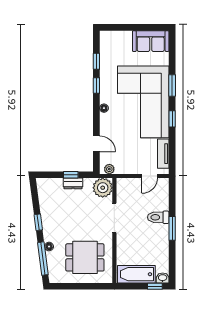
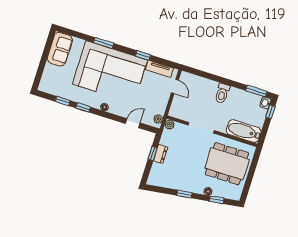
window: (172, 119) -> (143, 55), moved
plant: (103, 188) -> (170, 125), width x0.53, depth x0.53
toilet: (158, 217) -> (222, 93), moved
window: (172, 228) -> (256, 91), moved
dining table: (85, 257) -> (227, 164), width x1.38
window: (43, 259) -> (217, 200), width x0.46
bathtub: (136, 274) -> (244, 131), moved, turned 90

